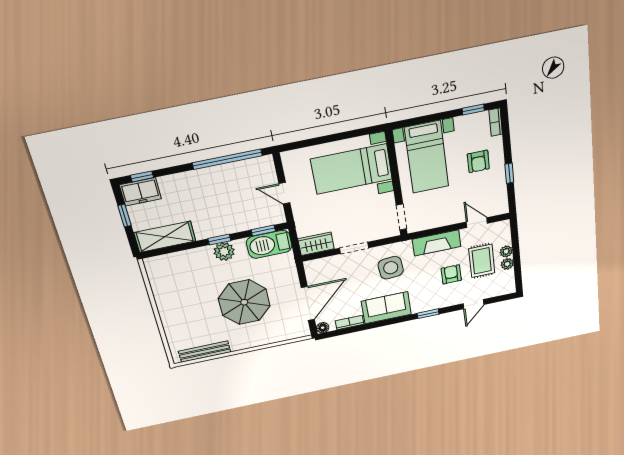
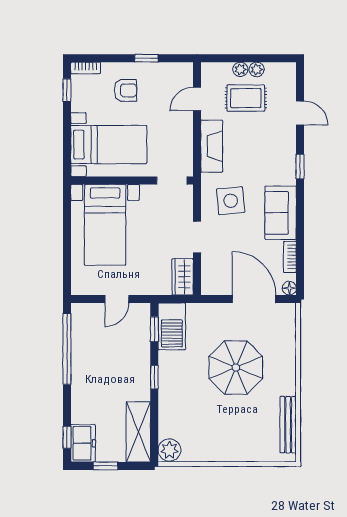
plant: (224, 252) -> (169, 450), moved
armchair: (451, 274) -> (255, 134), removed

